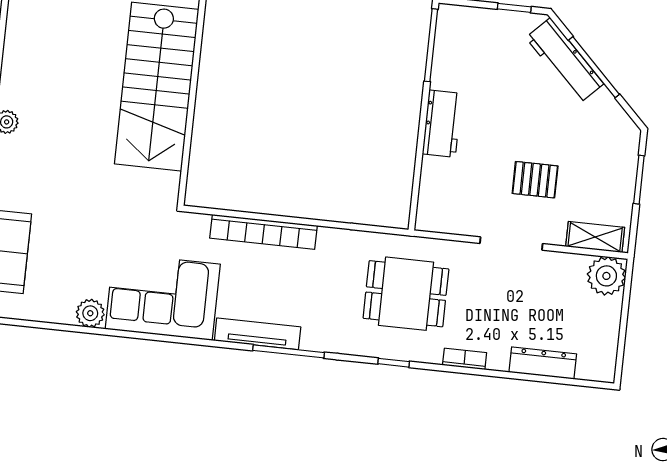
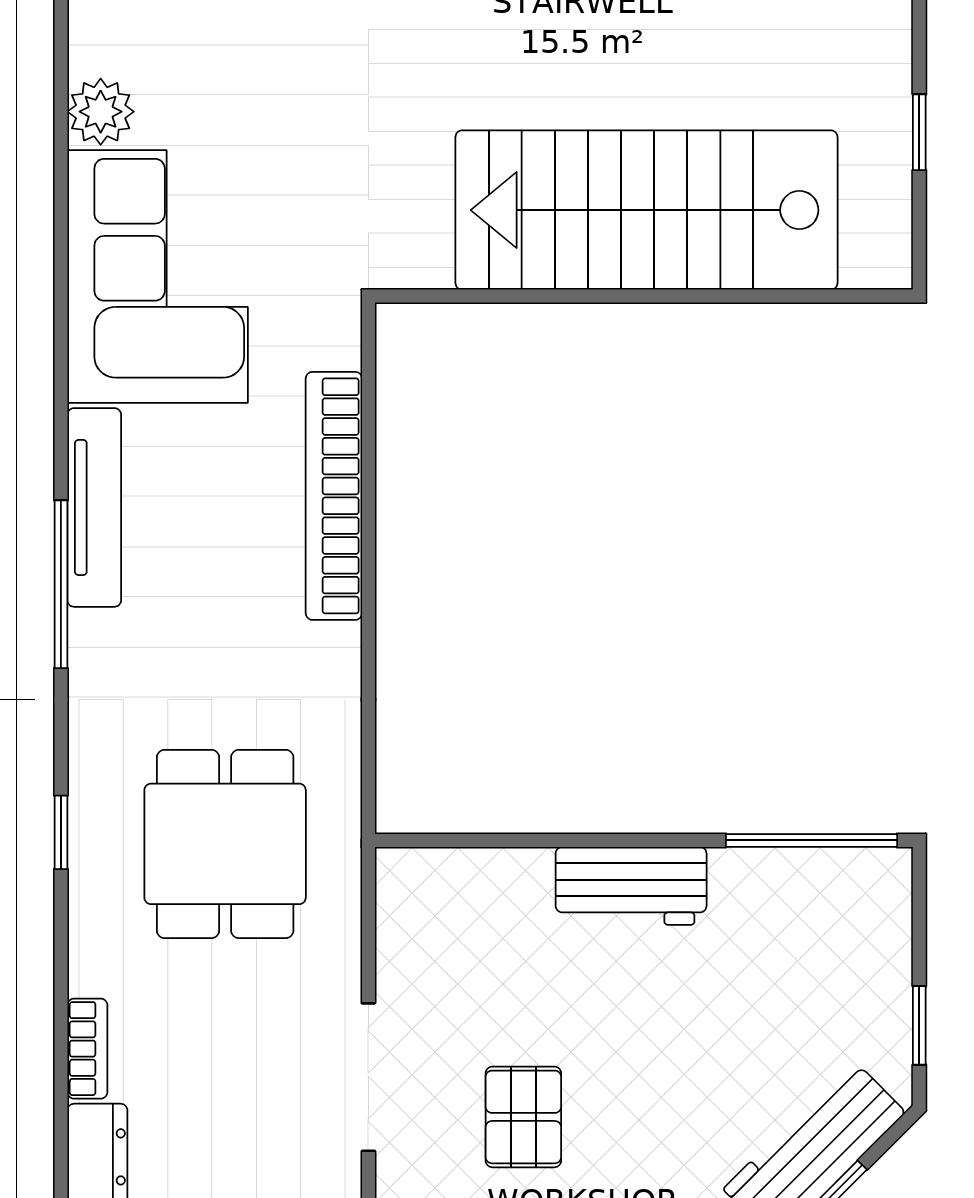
bookcase: (465, 359) -> (87, 1049), moved

